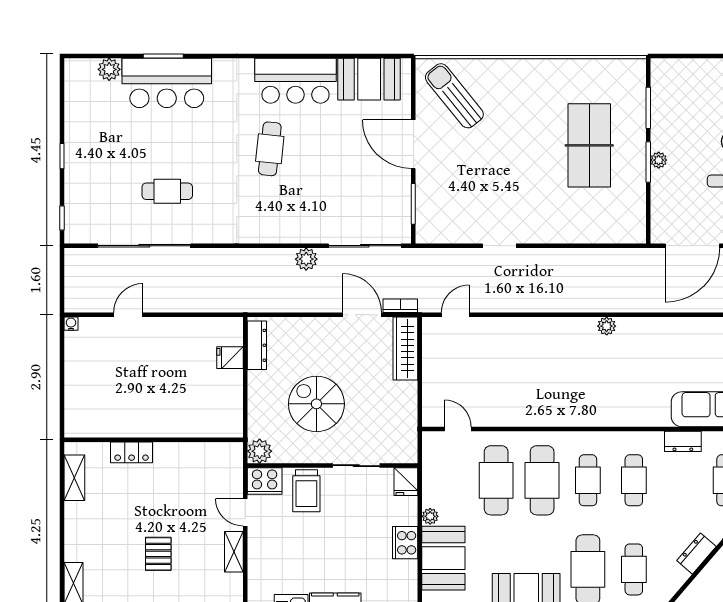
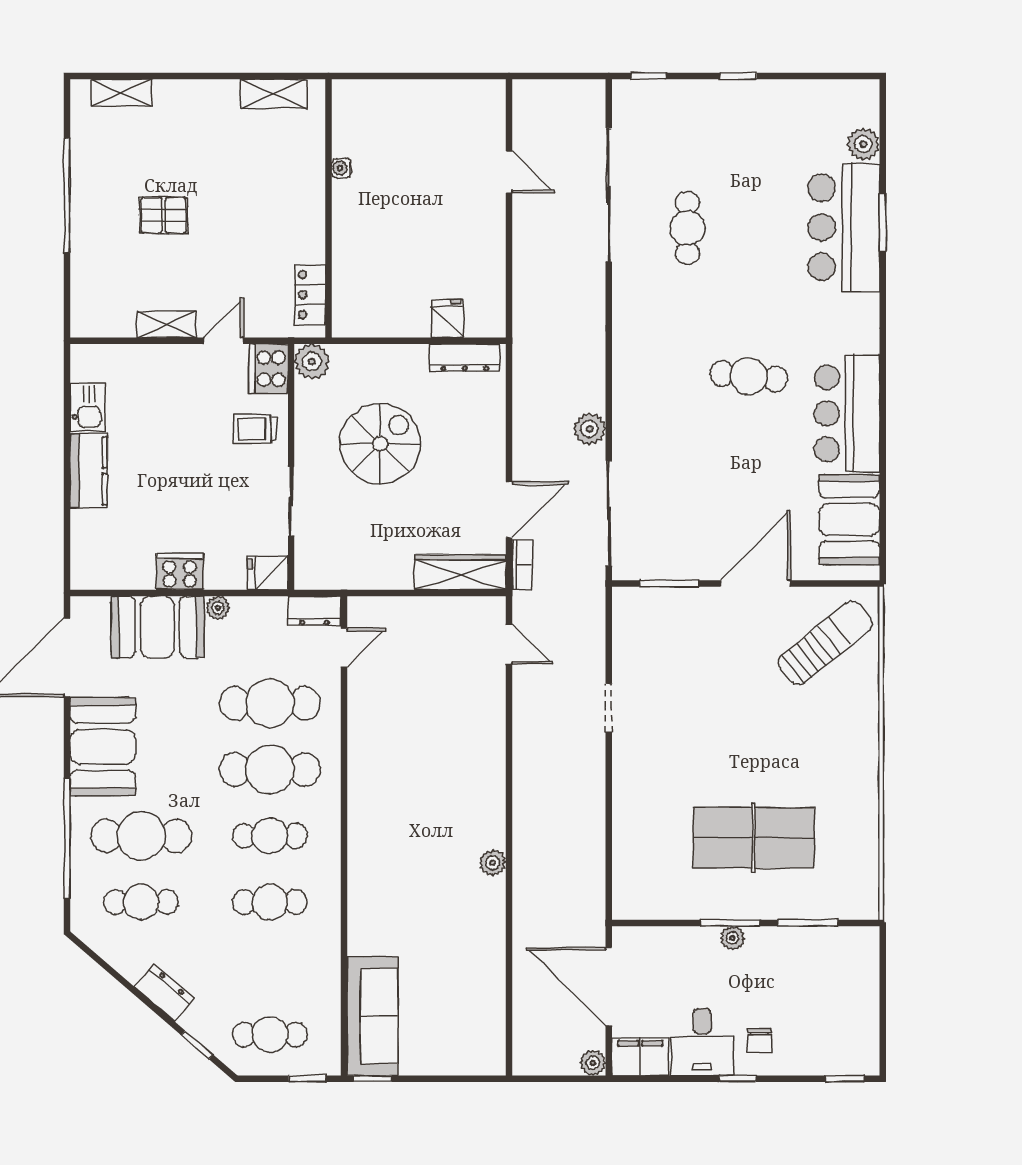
water cooler: (71, 324) -> (341, 168), moved, turned 180
dresser: (683, 441) -> (315, 611), moved, turned -90
locker: (132, 452) -> (310, 295), moved
trolley: (306, 491) -> (255, 429), width x0.73, depth x0.72

